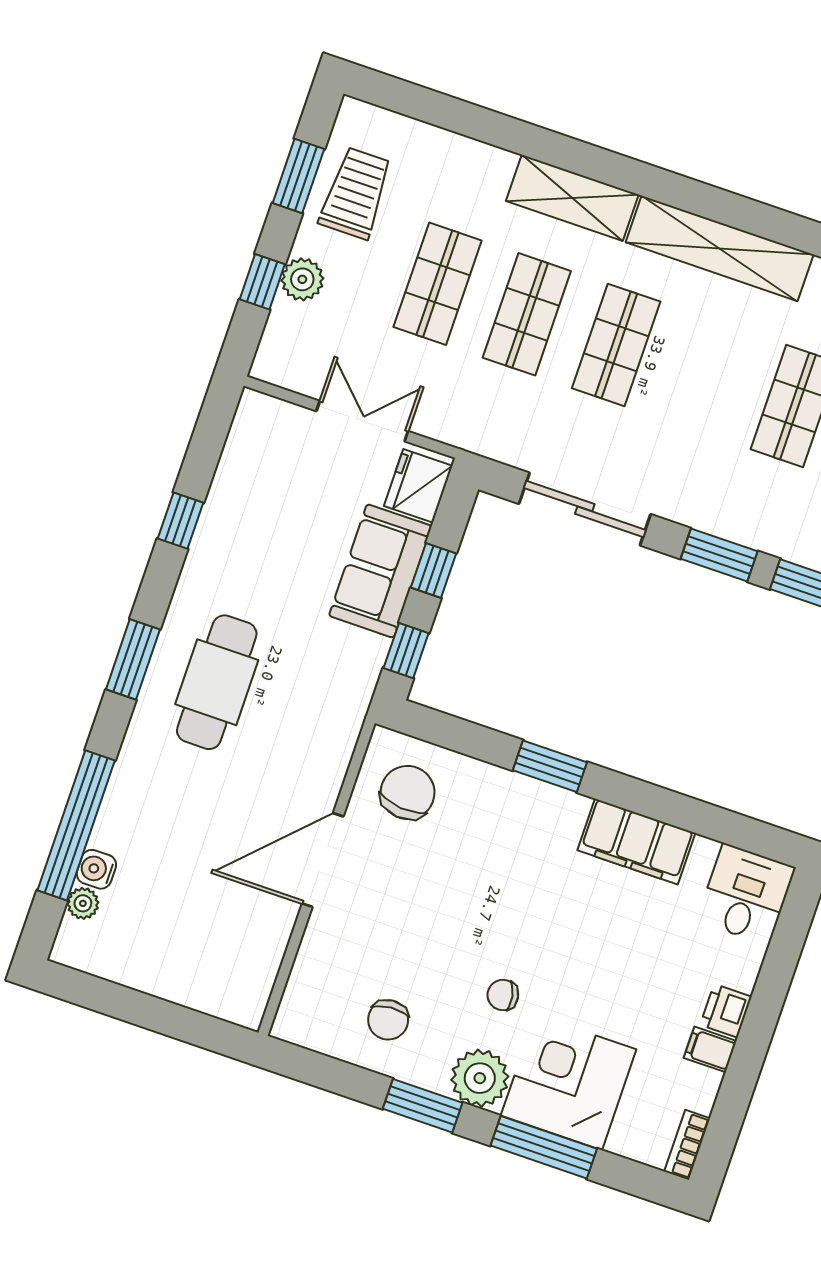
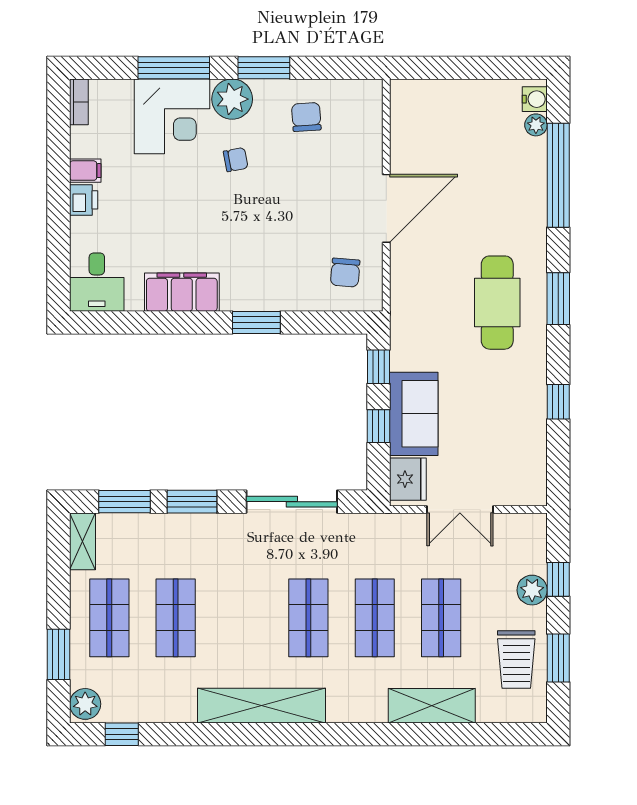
shelving: (572, 198) -> (432, 706), moved
chair: (408, 793) -> (345, 273), width x0.73, depth x0.73
water cooler: (96, 869) -> (535, 99), moved

